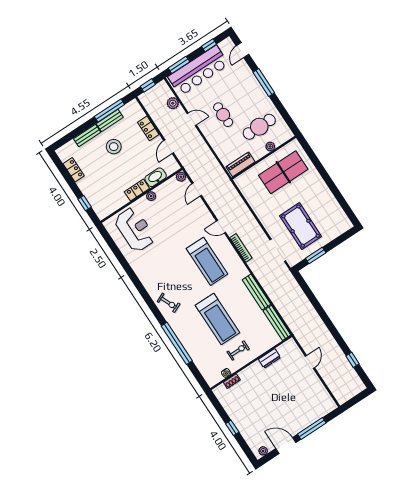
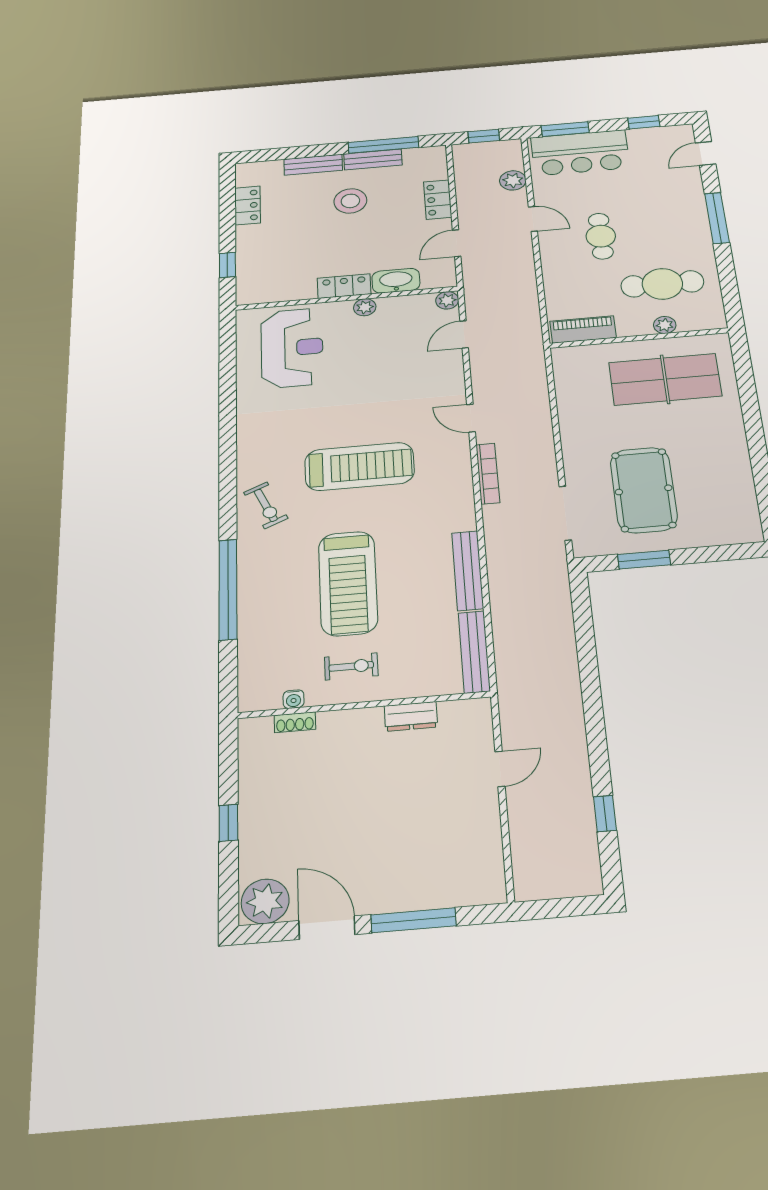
bar counter: (198, 71) -> (580, 153), width x0.73
treadmill: (207, 261) -> (359, 467), moved, turned -90
plant: (263, 451) -> (265, 901), width x1.88, depth x1.88

